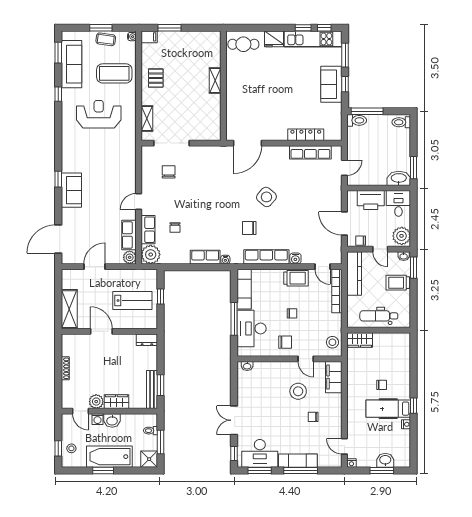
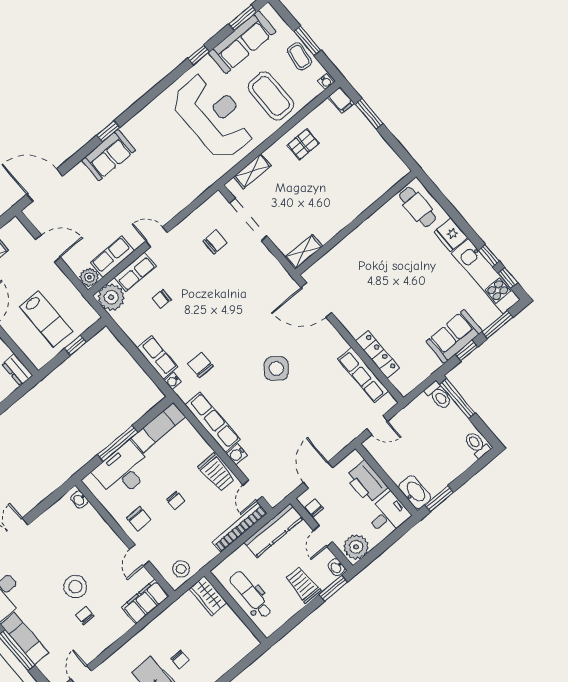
shelving: (215, 80) -> (304, 252), moved
reception desk: (99, 114) -> (213, 116), width x1.36, depth x1.30
chair: (249, 228) -> (201, 365), moved
stool: (298, 391) -> (75, 587), moved

